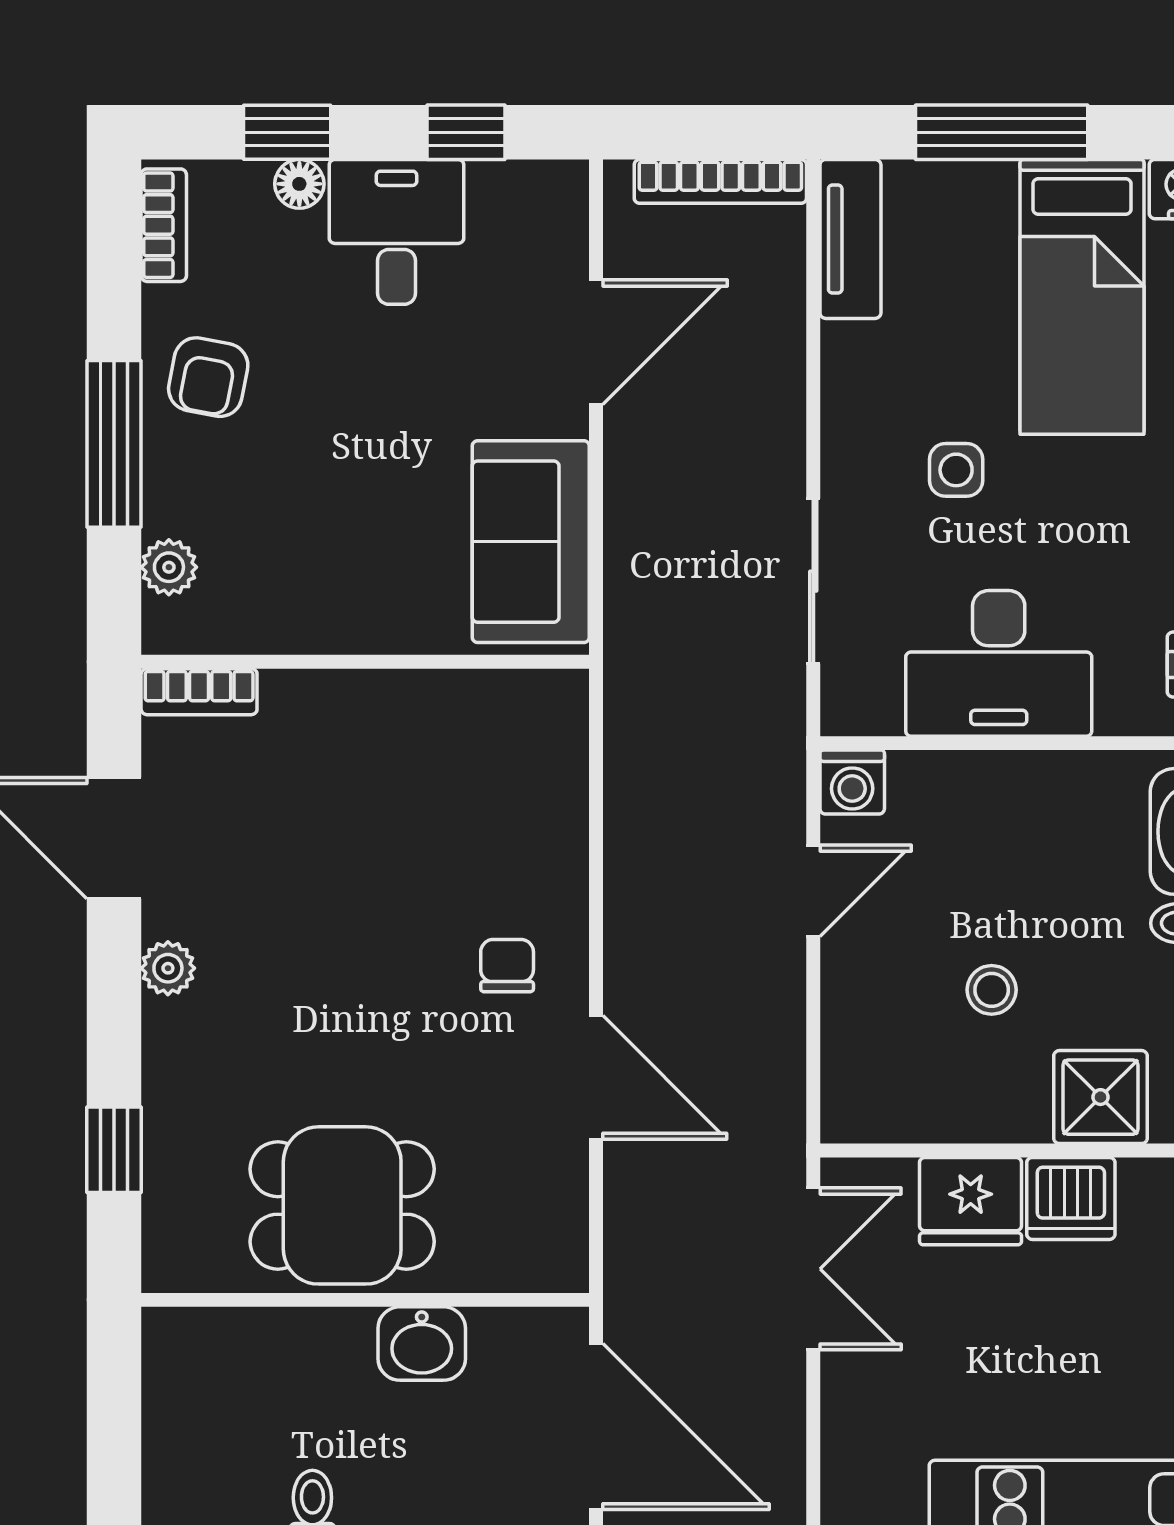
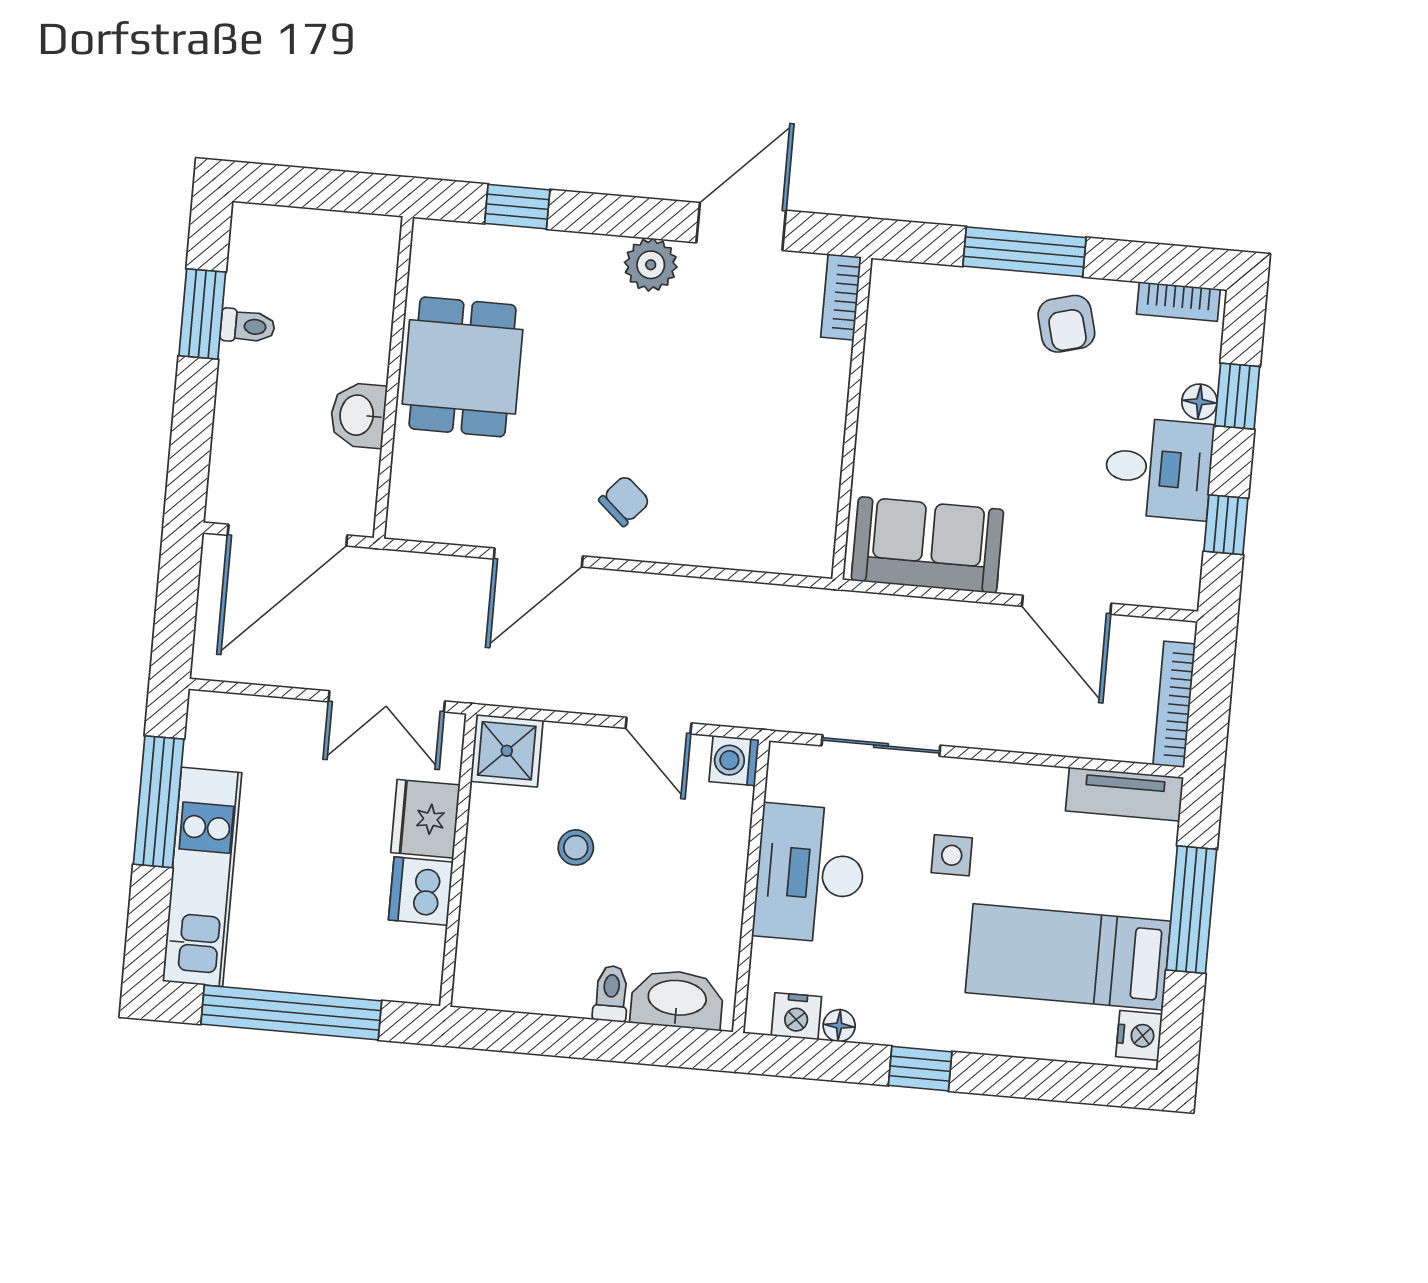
armchair: (208, 377) -> (1066, 324), turned -116
plant: (169, 567) -> (932, 283), removed
chair: (507, 966) -> (624, 501), turned -48
plant: (168, 968) -> (651, 265), width x1.38, depth x1.38
shower: (1100, 1097) -> (507, 751), moved

